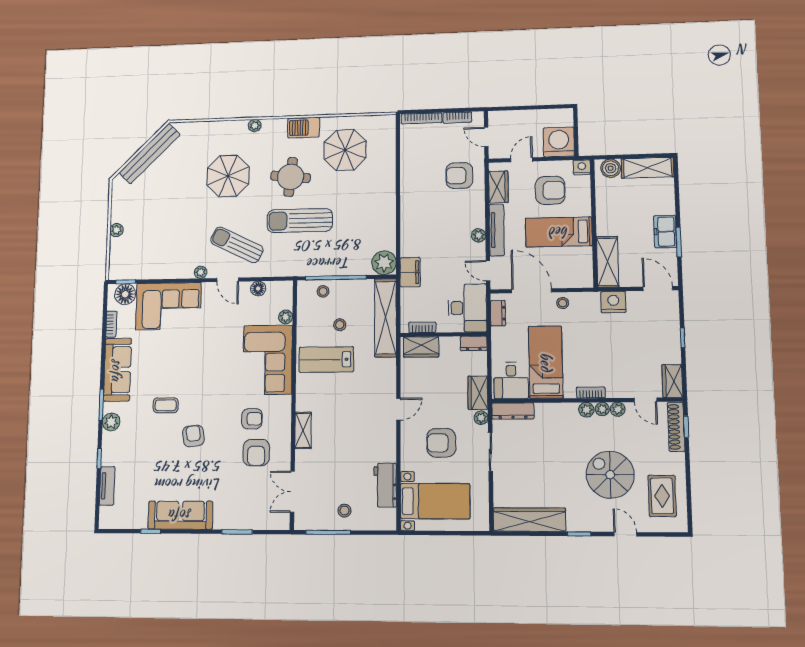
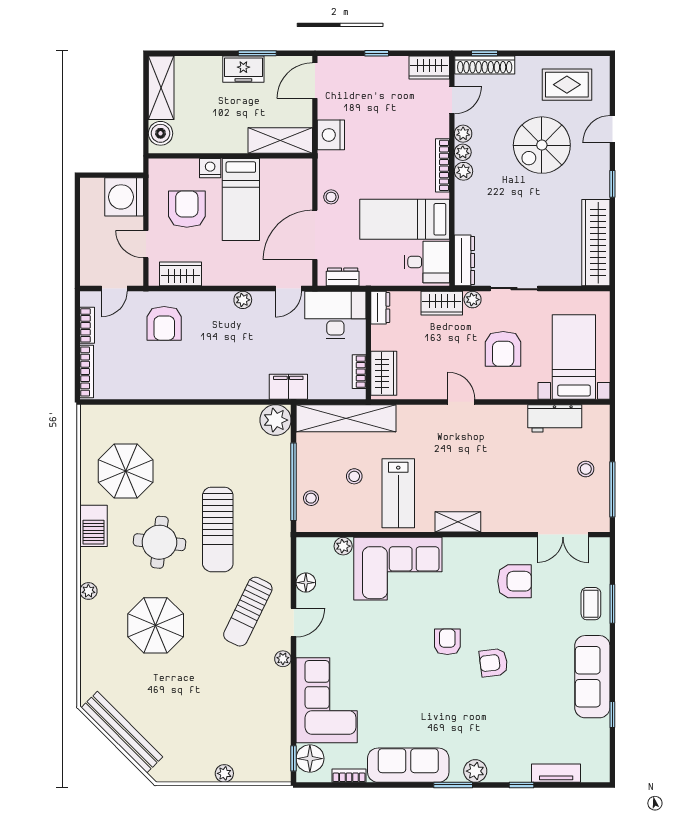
nightstand: (582, 167) -> (210, 168), moved, turned 90
tv unit: (497, 230) -> (236, 277), removed
bookcase: (591, 393) -> (442, 165), width x1.56
coffee table: (166, 405) -> (591, 604), moved
armchair: (252, 419) -> (447, 642), moved
shelving: (303, 430) -> (458, 522), moved

